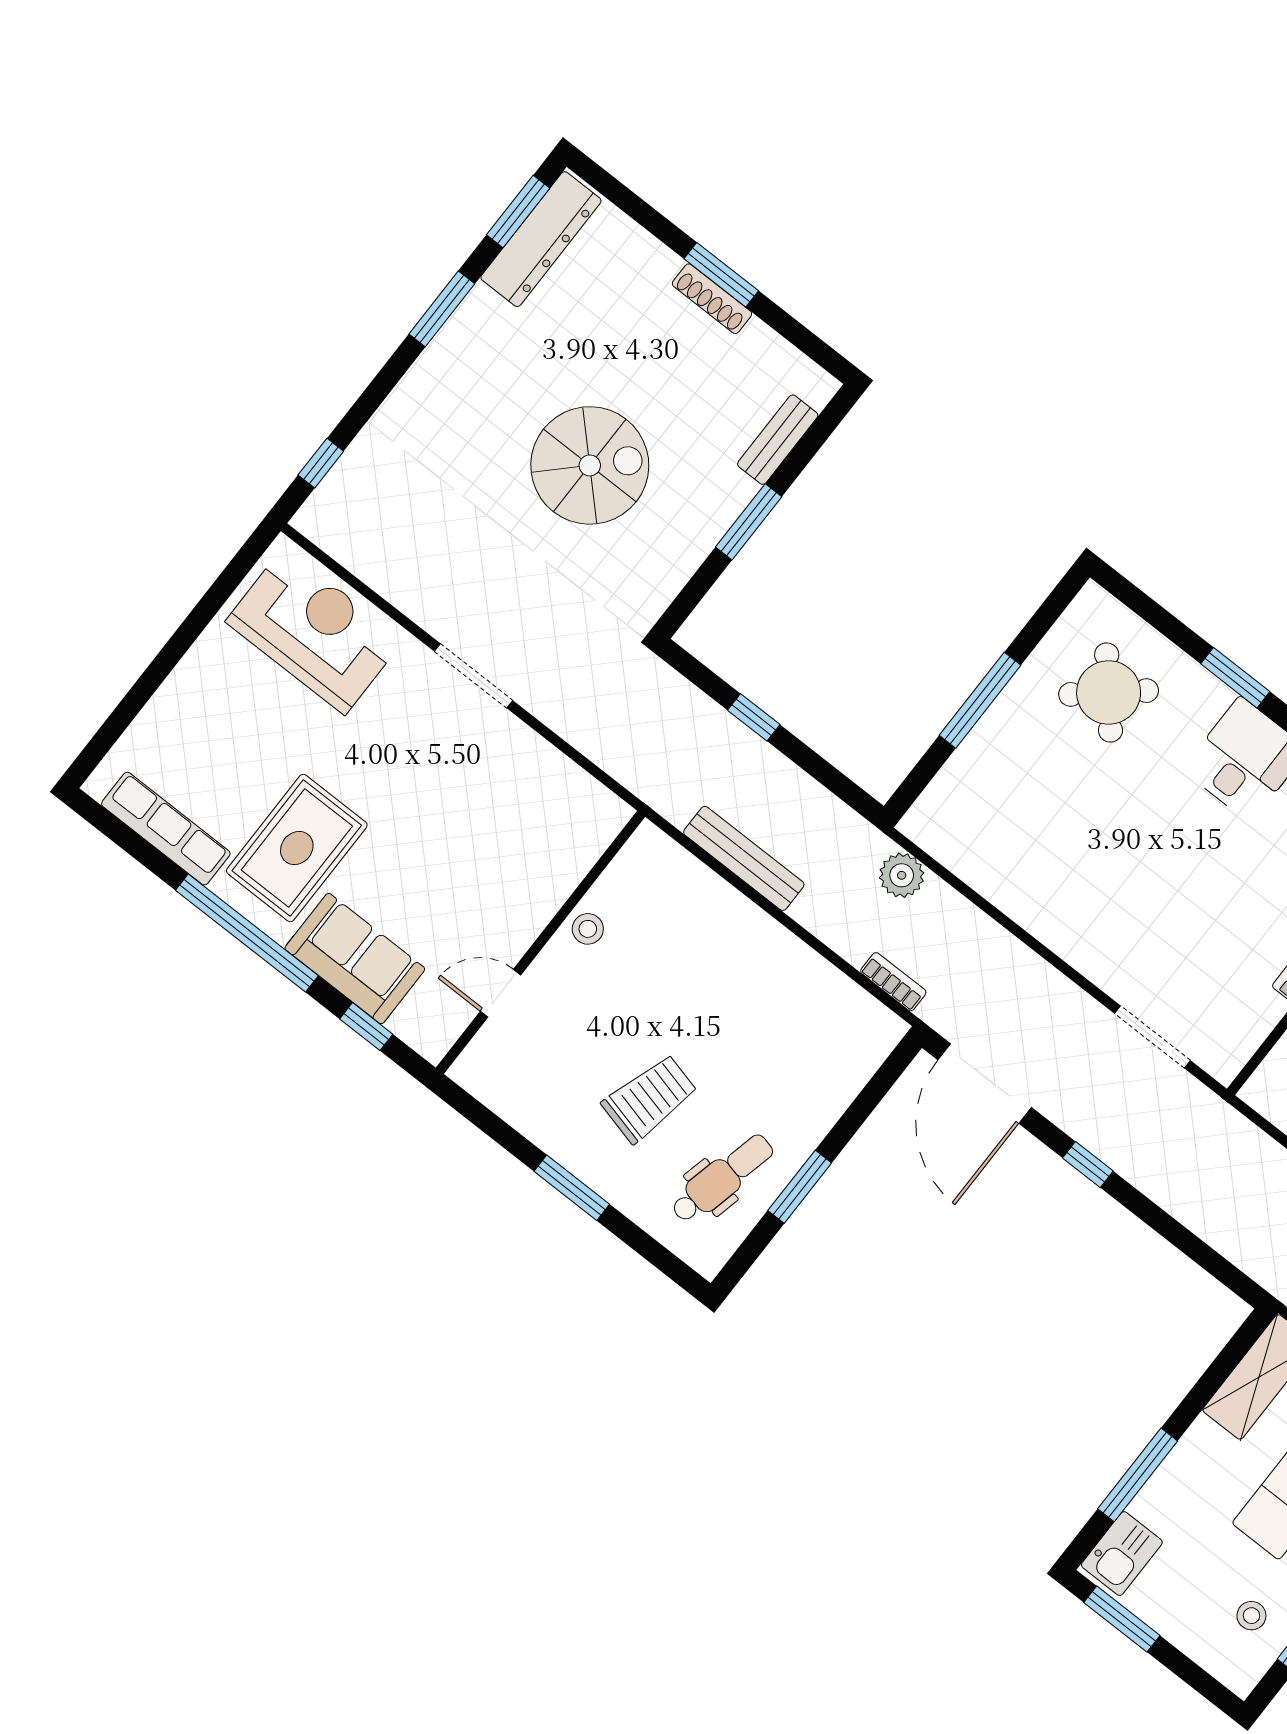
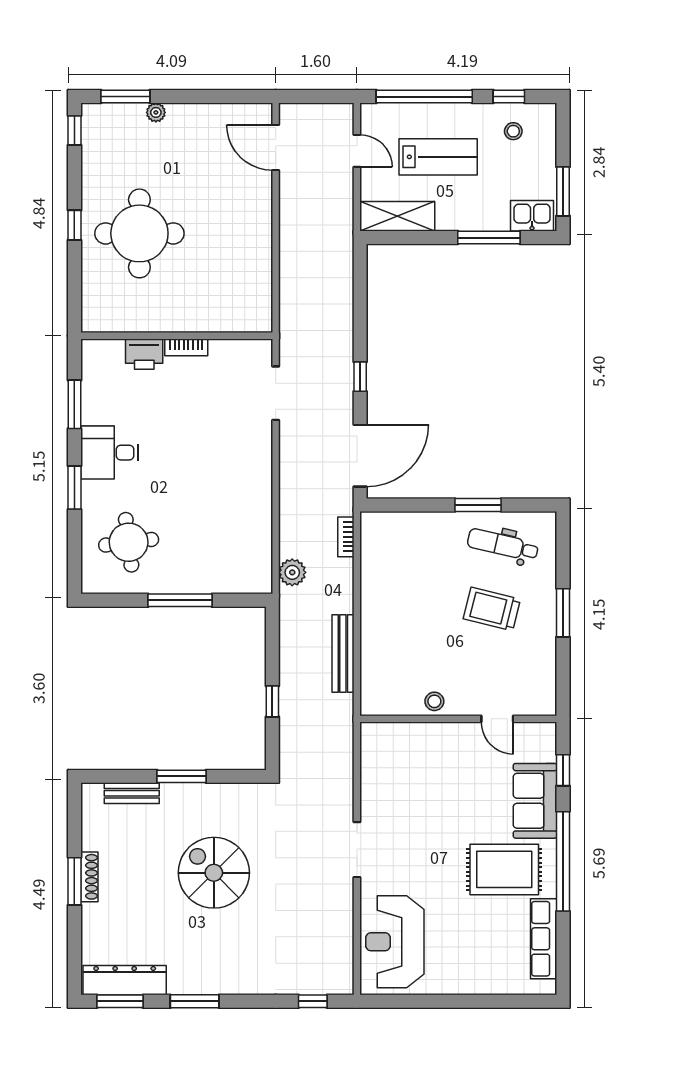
round table: (1109, 693) -> (129, 542), turned 34

